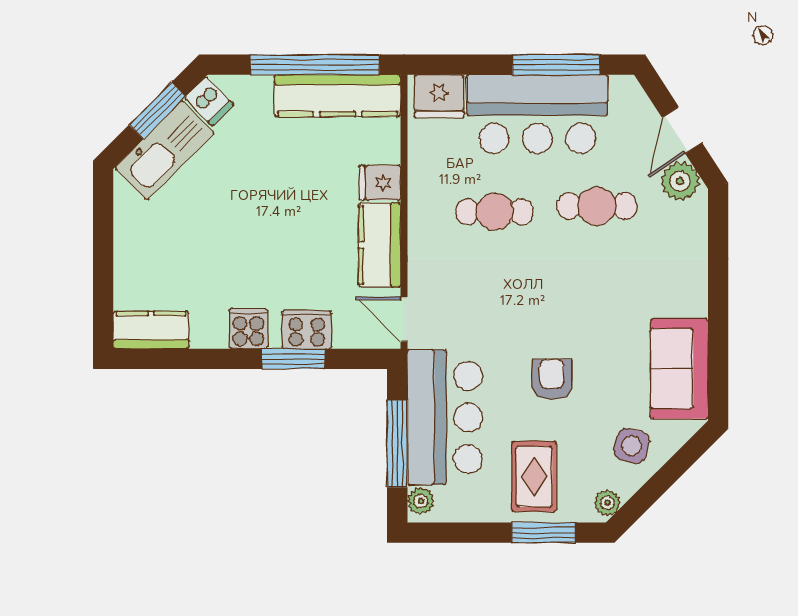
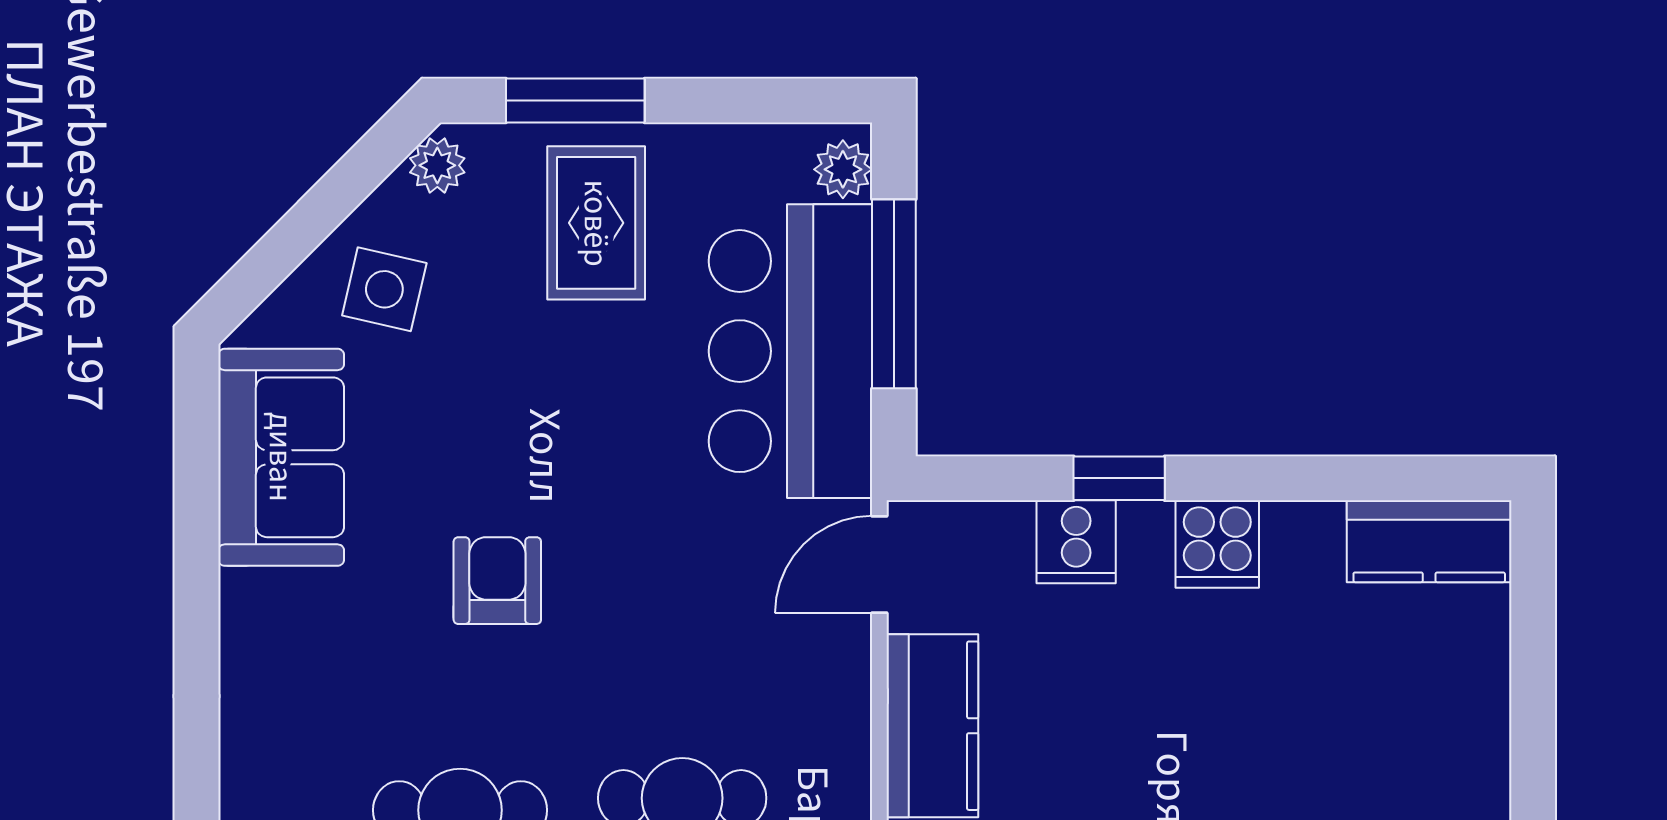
door: (404, 319) -> (879, 564), swing flipped
cooker: (307, 330) -> (1076, 542), width x0.73
window: (294, 359) -> (1119, 478), width x0.67
armchair: (552, 379) -> (497, 581), moved, turned 180

